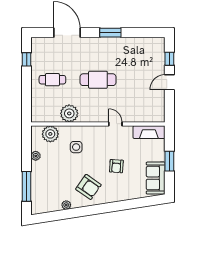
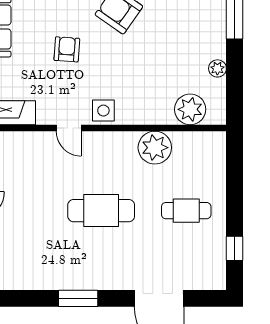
side table: (76, 147) -> (103, 111), moved

